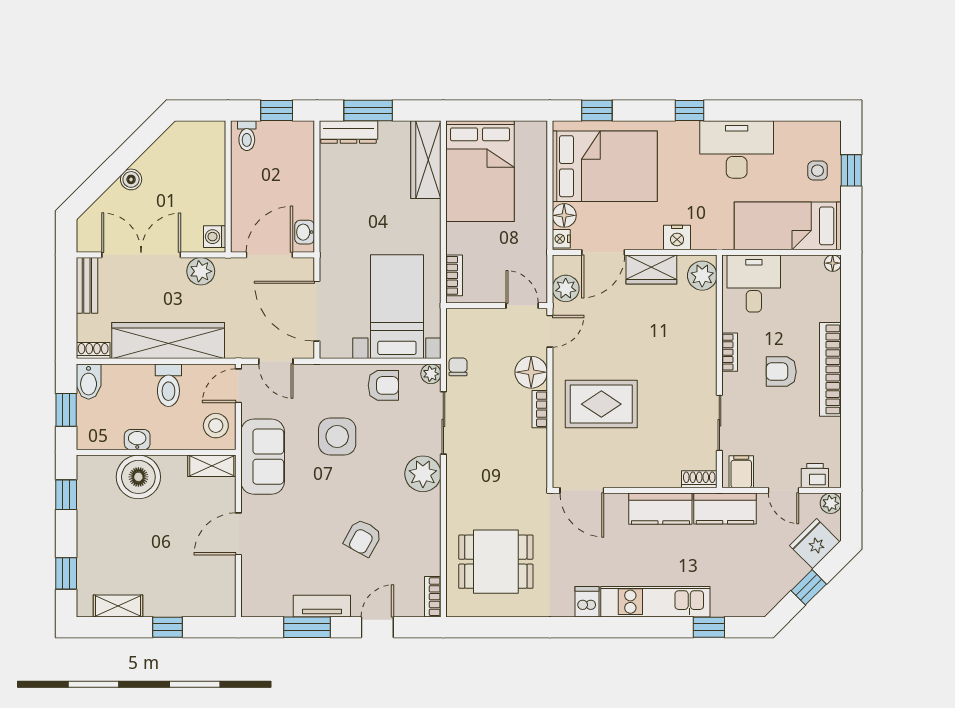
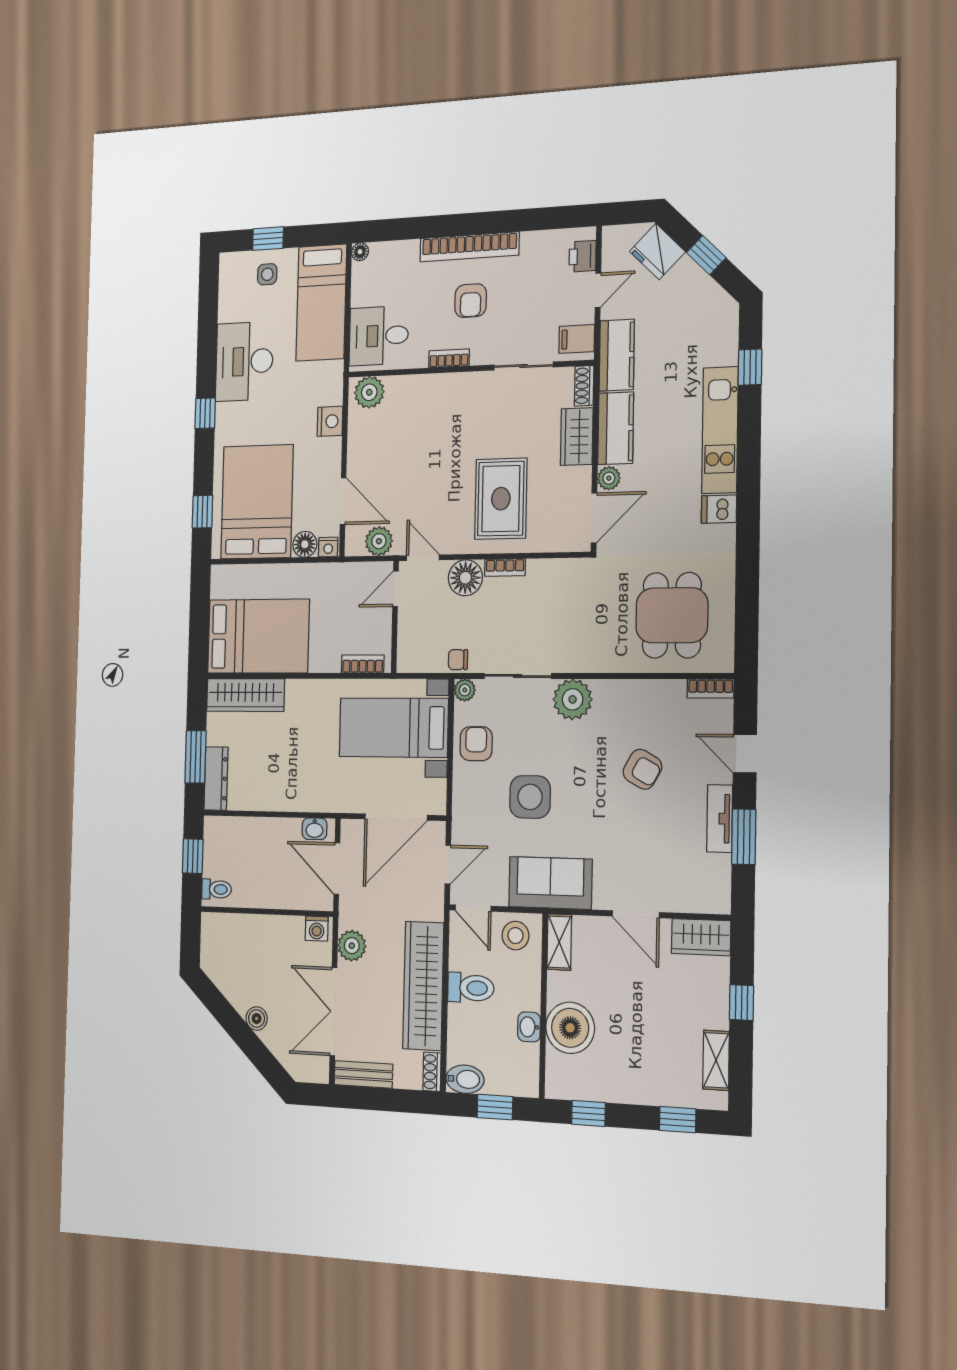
wardrobe: (651, 269) -> (577, 437), moved, turned 180
plant: (831, 503) -> (609, 478), moved
wardrobe: (221, 591) -> (701, 937), added

